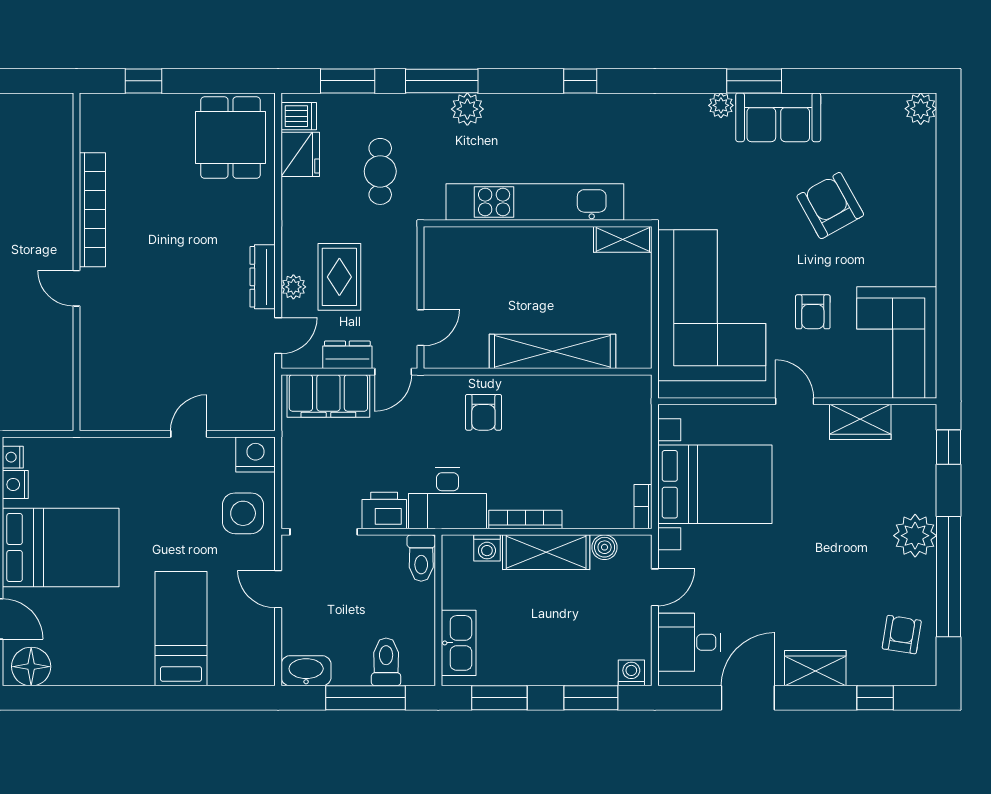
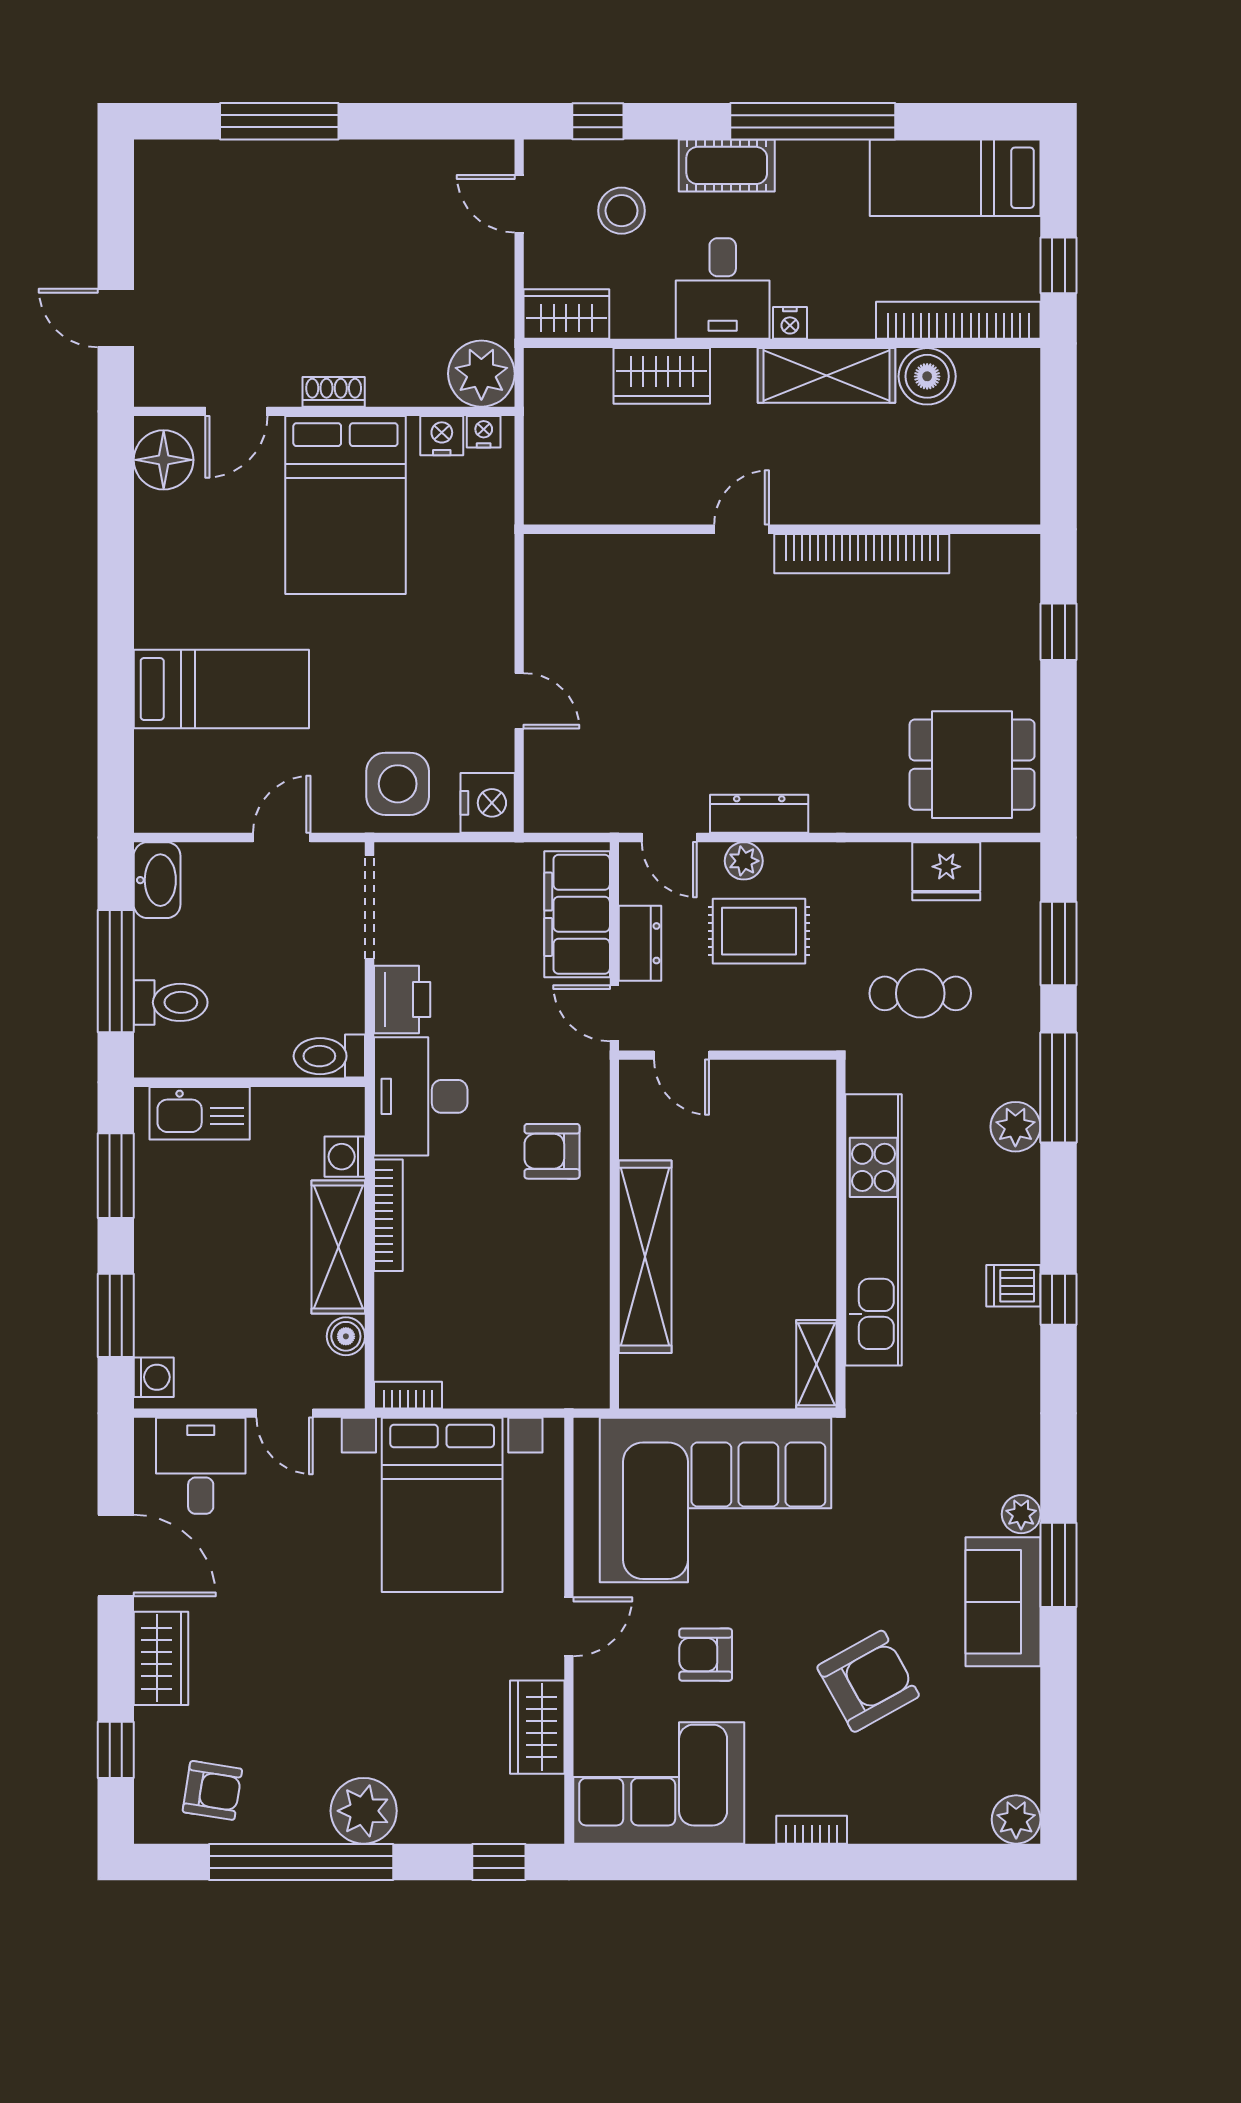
dishwasher: (299, 116) -> (1013, 1286), moved, turned 90
bookcase: (927, 242) -> (812, 1830), added

